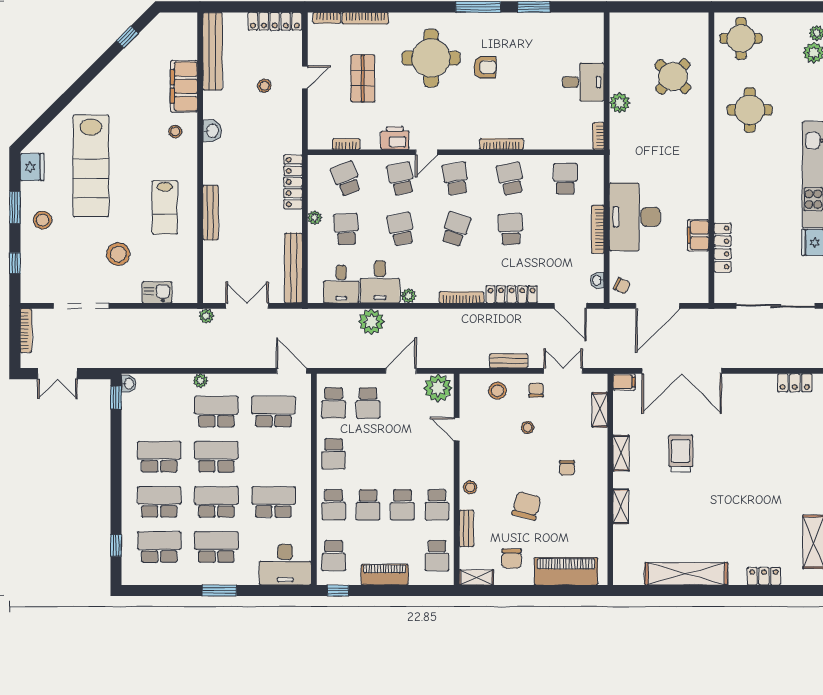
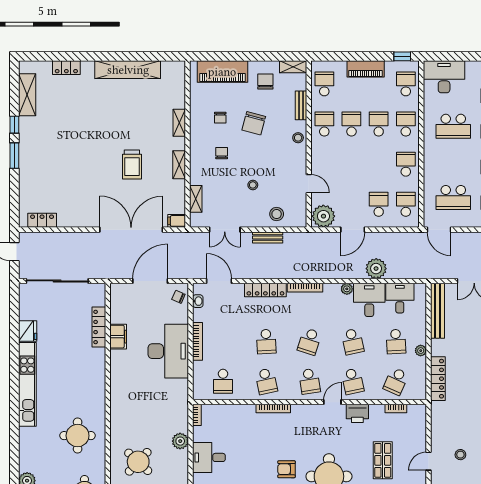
school desk: (346, 179) -> (396, 381), turned 45
chair: (536, 390) -> (220, 118), moved

